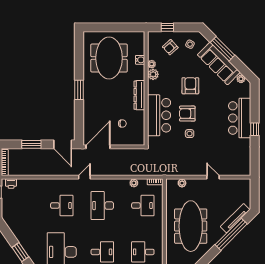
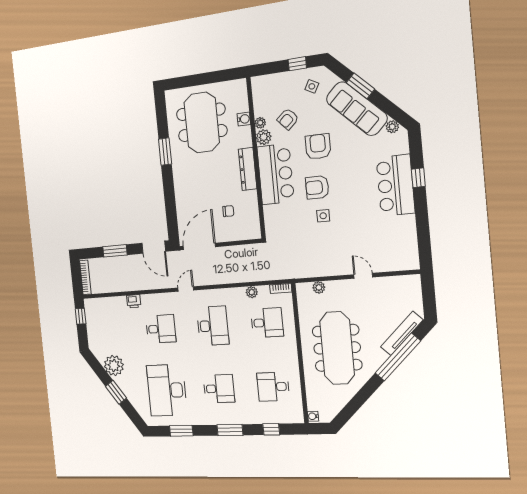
window: (167, 27) -> (297, 64), moved
armchair: (170, 47) -> (288, 119), moved
window: (223, 49) -> (360, 86), width x0.69
window: (79, 90) -> (165, 152), moved
bar counter: (159, 115) -> (276, 174), moved
window: (255, 129) -> (418, 178), moved
printer: (11, 184) -> (134, 301), moved
desk: (102, 206) -> (213, 326), turned 180
plant: (21, 232) -> (114, 366), added

